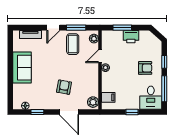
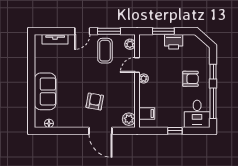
sofa: (22, 68) -> (45, 91), moved
window: (37, 112) -> (63, 131), removed

